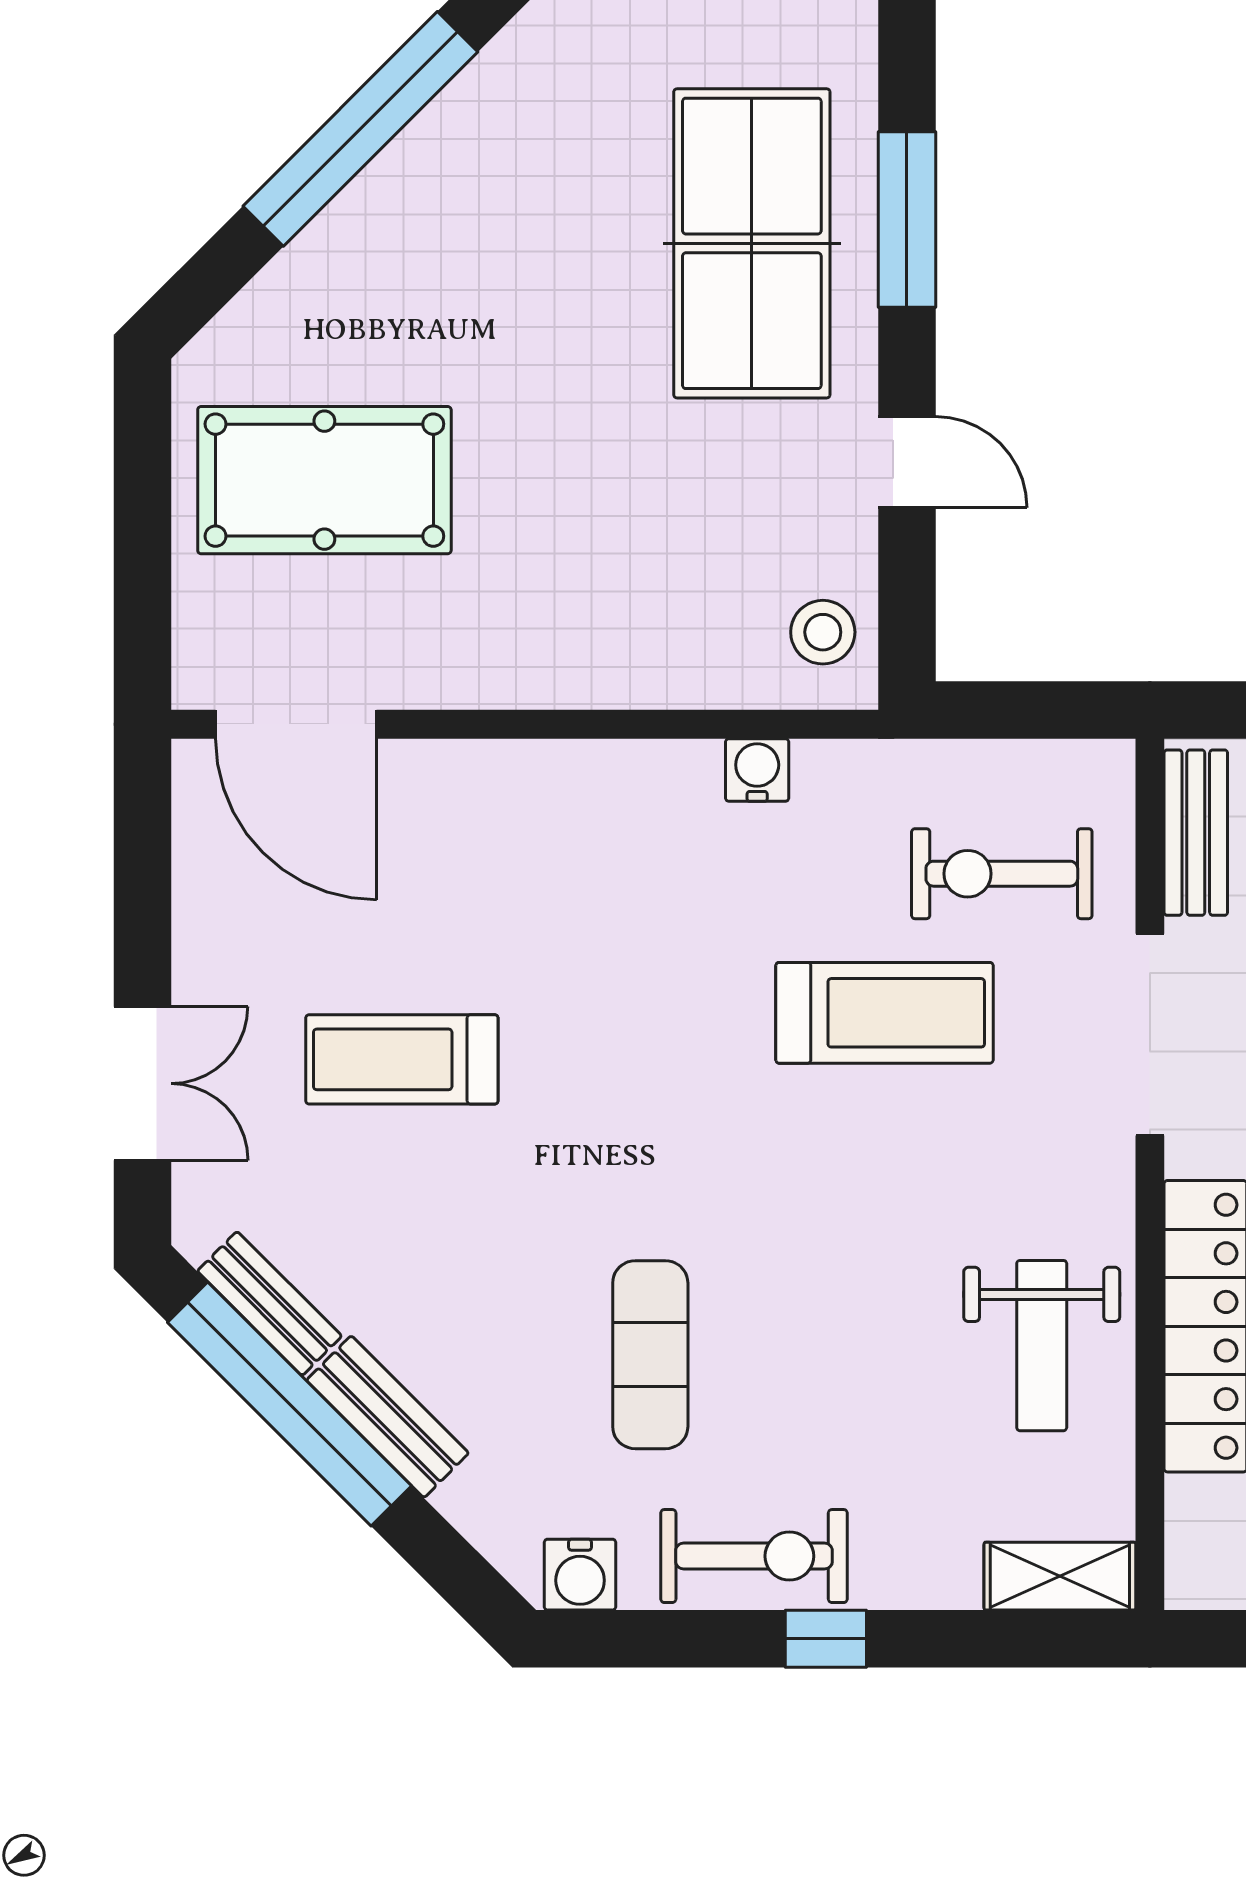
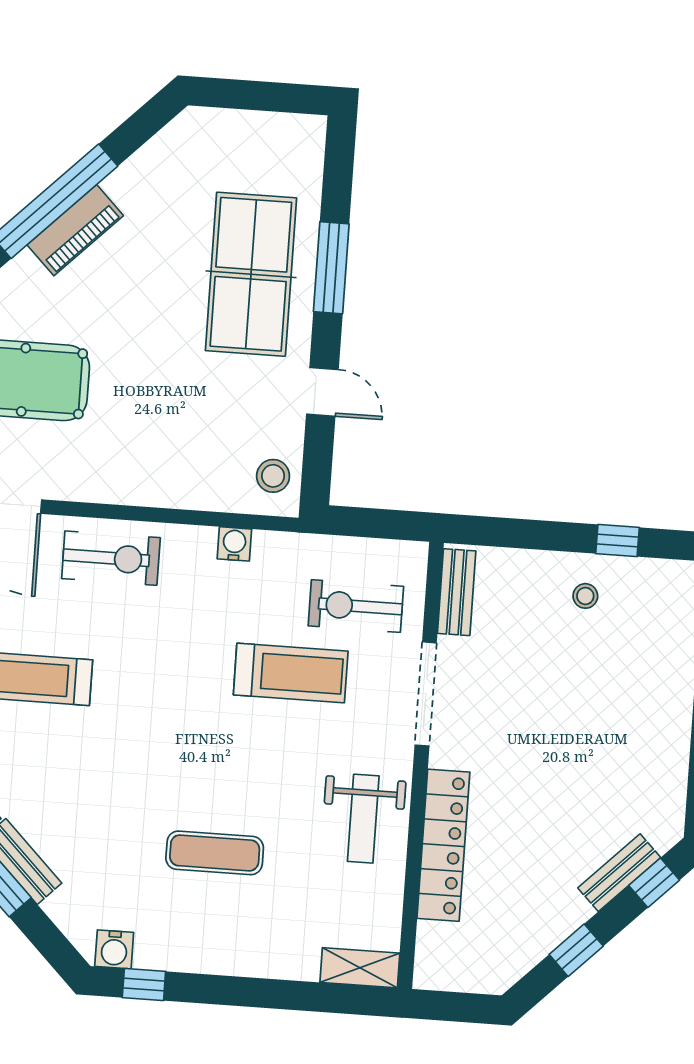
piano: (404, 182) -> (75, 230), added
weight bench: (1042, 1346) -> (363, 819), moved
exercise mat: (650, 1355) -> (215, 853), moved, turned 90
exercise bike: (754, 1556) -> (111, 558), moved
window: (826, 1639) -> (144, 985), moved

